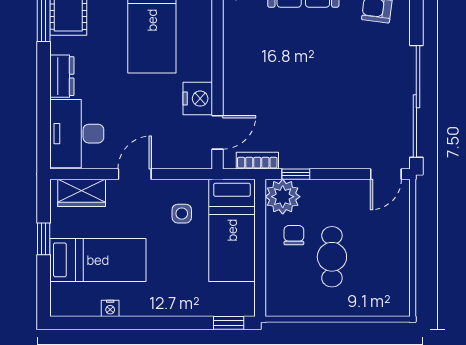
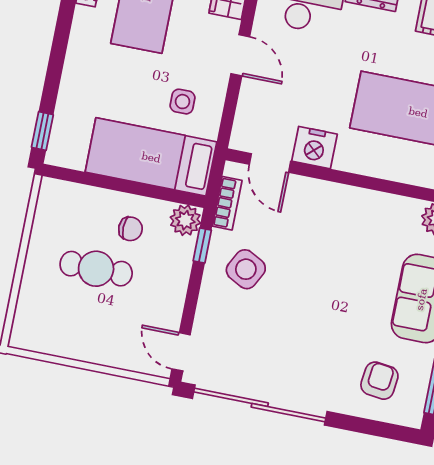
side table: (308, 135) -> (246, 269), added
plant: (283, 197) -> (185, 220), width x0.73, depth x0.73

